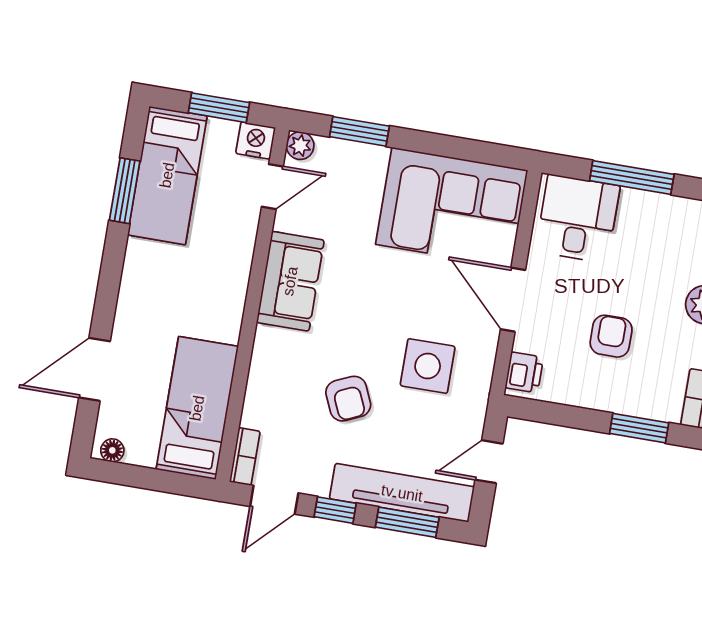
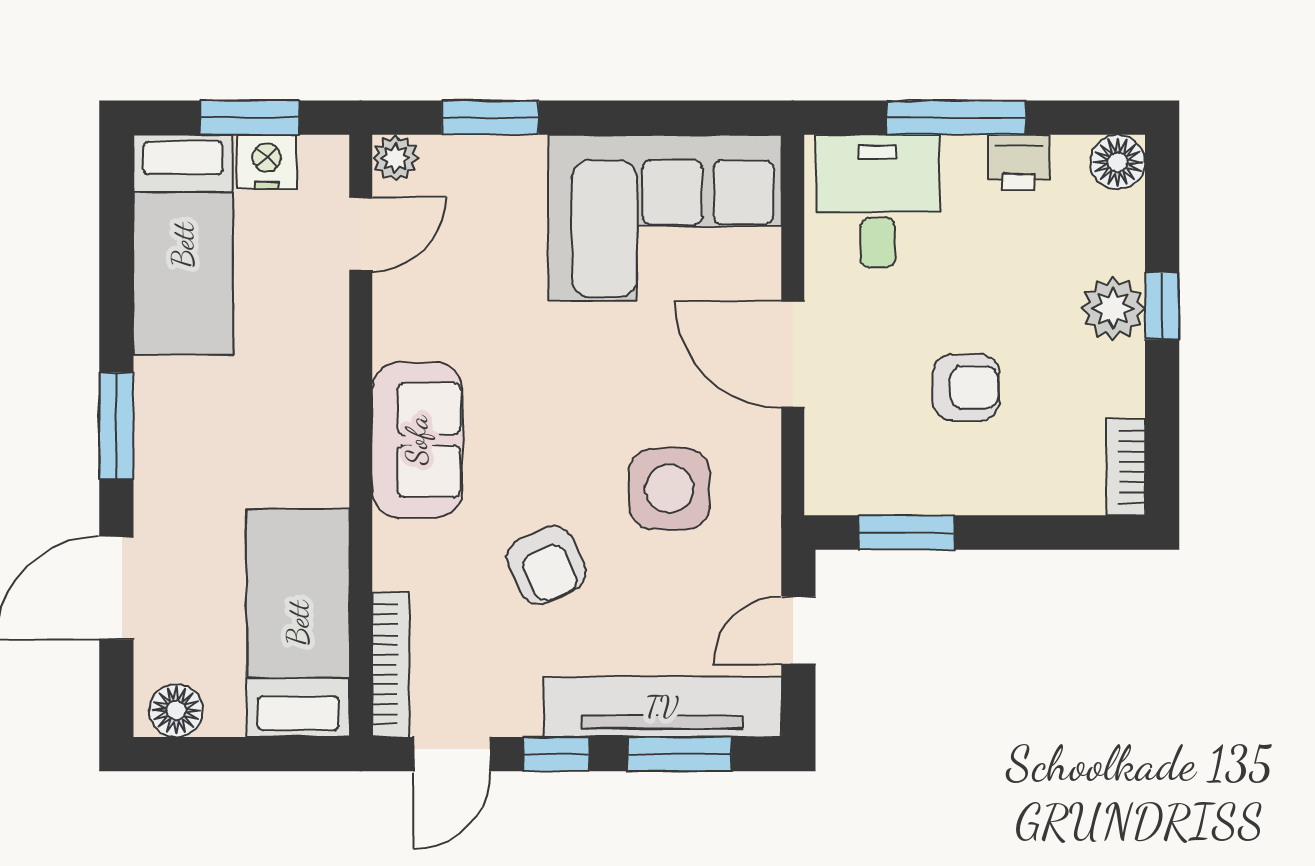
nightstand: (256, 140) -> (267, 162), moved
window: (125, 191) -> (116, 426), moved
sofa: (290, 281) -> (417, 440), moved
armchair: (611, 336) -> (966, 387), turned 90
printer: (524, 372) -> (1019, 163), moved, turned 90
window: (639, 428) -> (906, 533), moved
floor lamp: (112, 450) -> (176, 710), width x1.37, depth x1.37
bookcase: (245, 457) -> (391, 664), width x1.56

